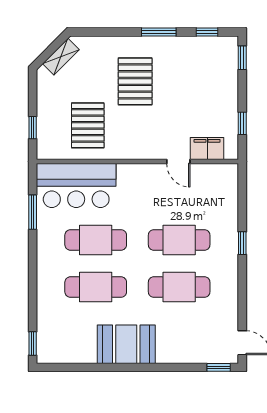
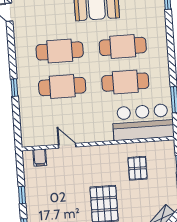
window: (242, 123) -> (22, 195), moved
pallet: (88, 125) -> (138, 168), width x0.67, depth x0.71
filing cabinet: (207, 149) -> (40, 158), width x0.50

